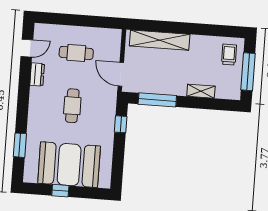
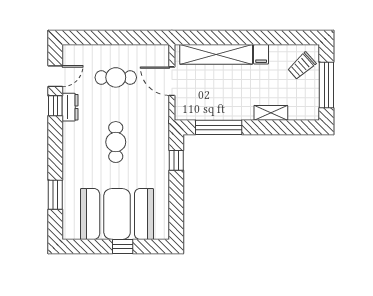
filing cabinet: (196, 43) -> (261, 54), added
trolley: (229, 55) -> (302, 66), turned -132
window: (25, 72) -> (55, 106), added
door: (121, 74) -> (172, 81), moved
window: (60, 191) -> (123, 246), moved

